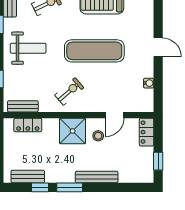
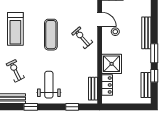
exercise mat: (94, 51) -> (51, 35), width x0.73, depth x0.69
exercise bike: (69, 91) -> (82, 38), moved
shower: (73, 131) -> (112, 64), moved

